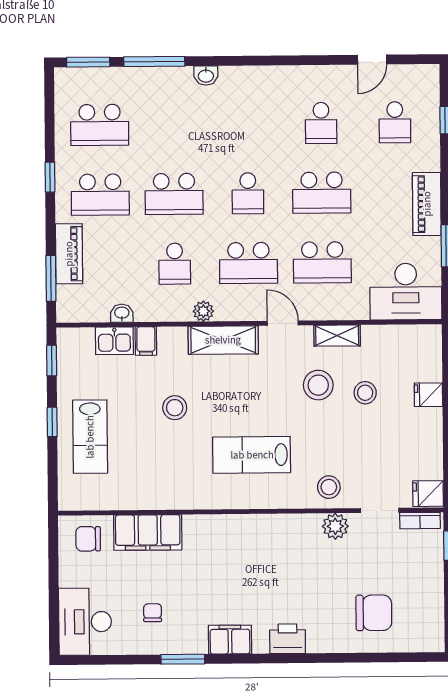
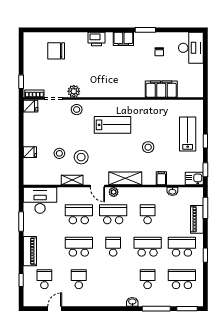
school desk: (173, 124) -> (148, 279), added
piano: (427, 204) -> (30, 251), moved
plant: (203, 311) -> (114, 192), moved
kitchen sink: (114, 341) -> (194, 179), moved
chair: (88, 539) -> (189, 86), removed

